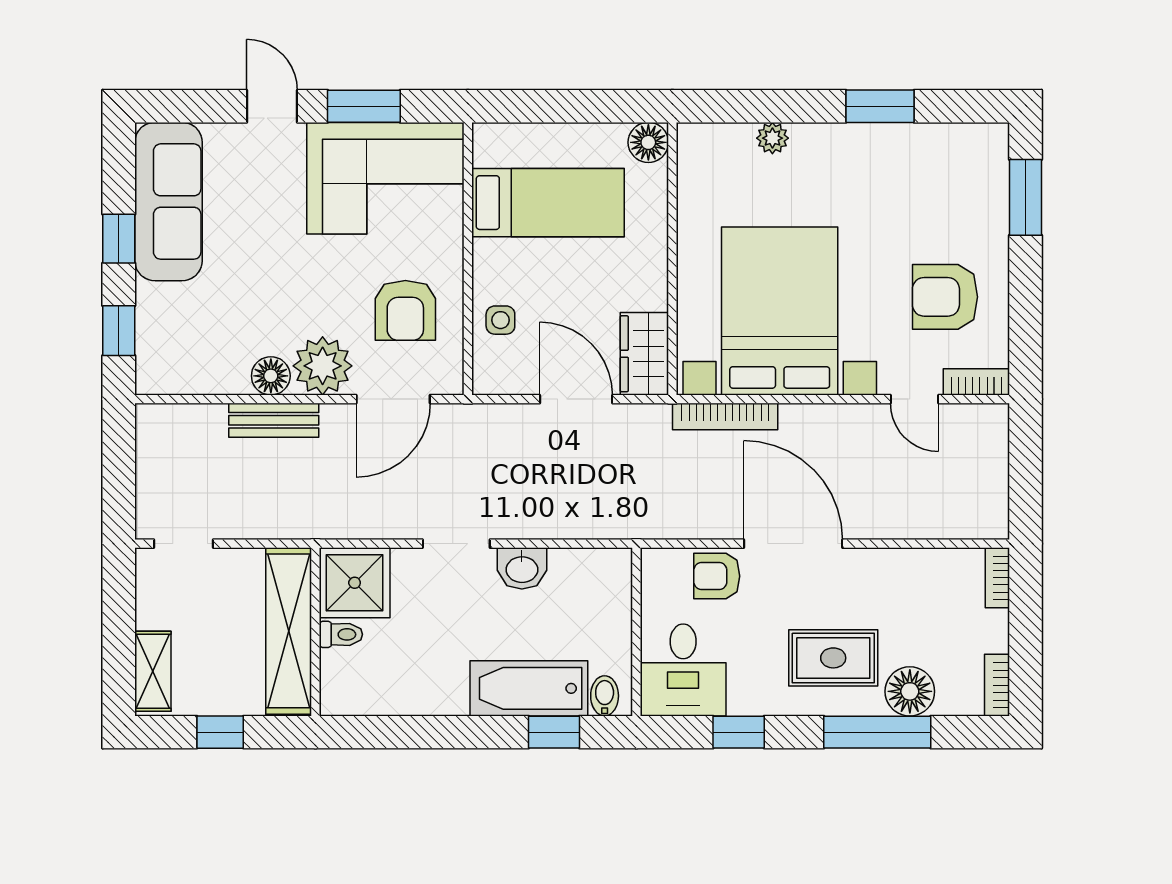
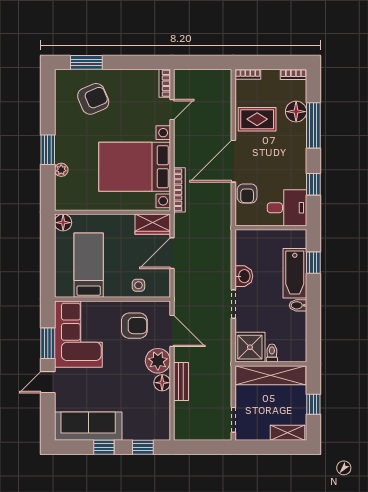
window: (880, 106) -> (48, 150), moved
armchair: (945, 297) -> (93, 99), moved, turned -113
rug: (833, 658) -> (257, 119), moved, turned 90
bidet: (605, 696) -> (298, 305), moved

